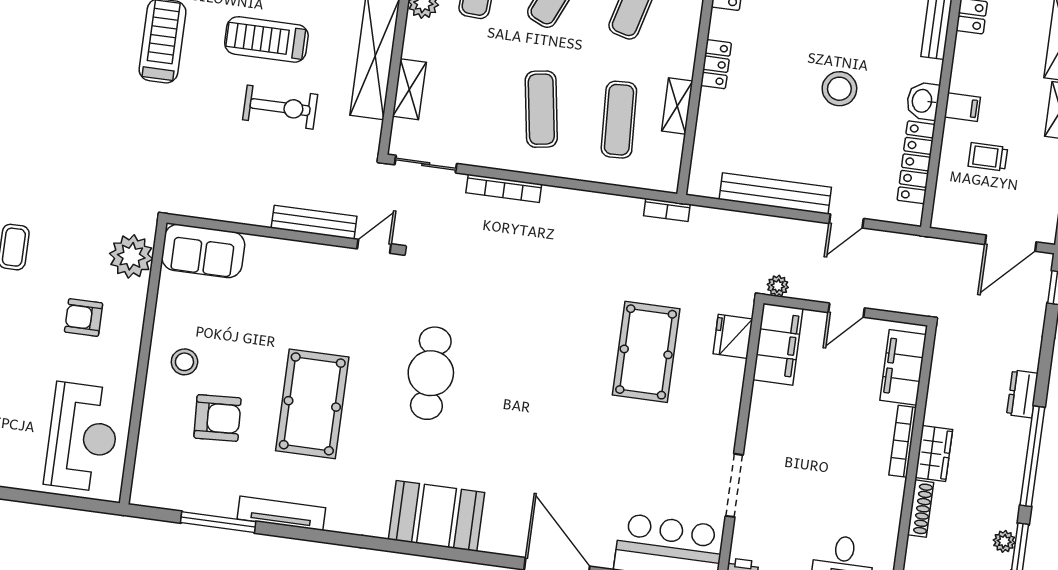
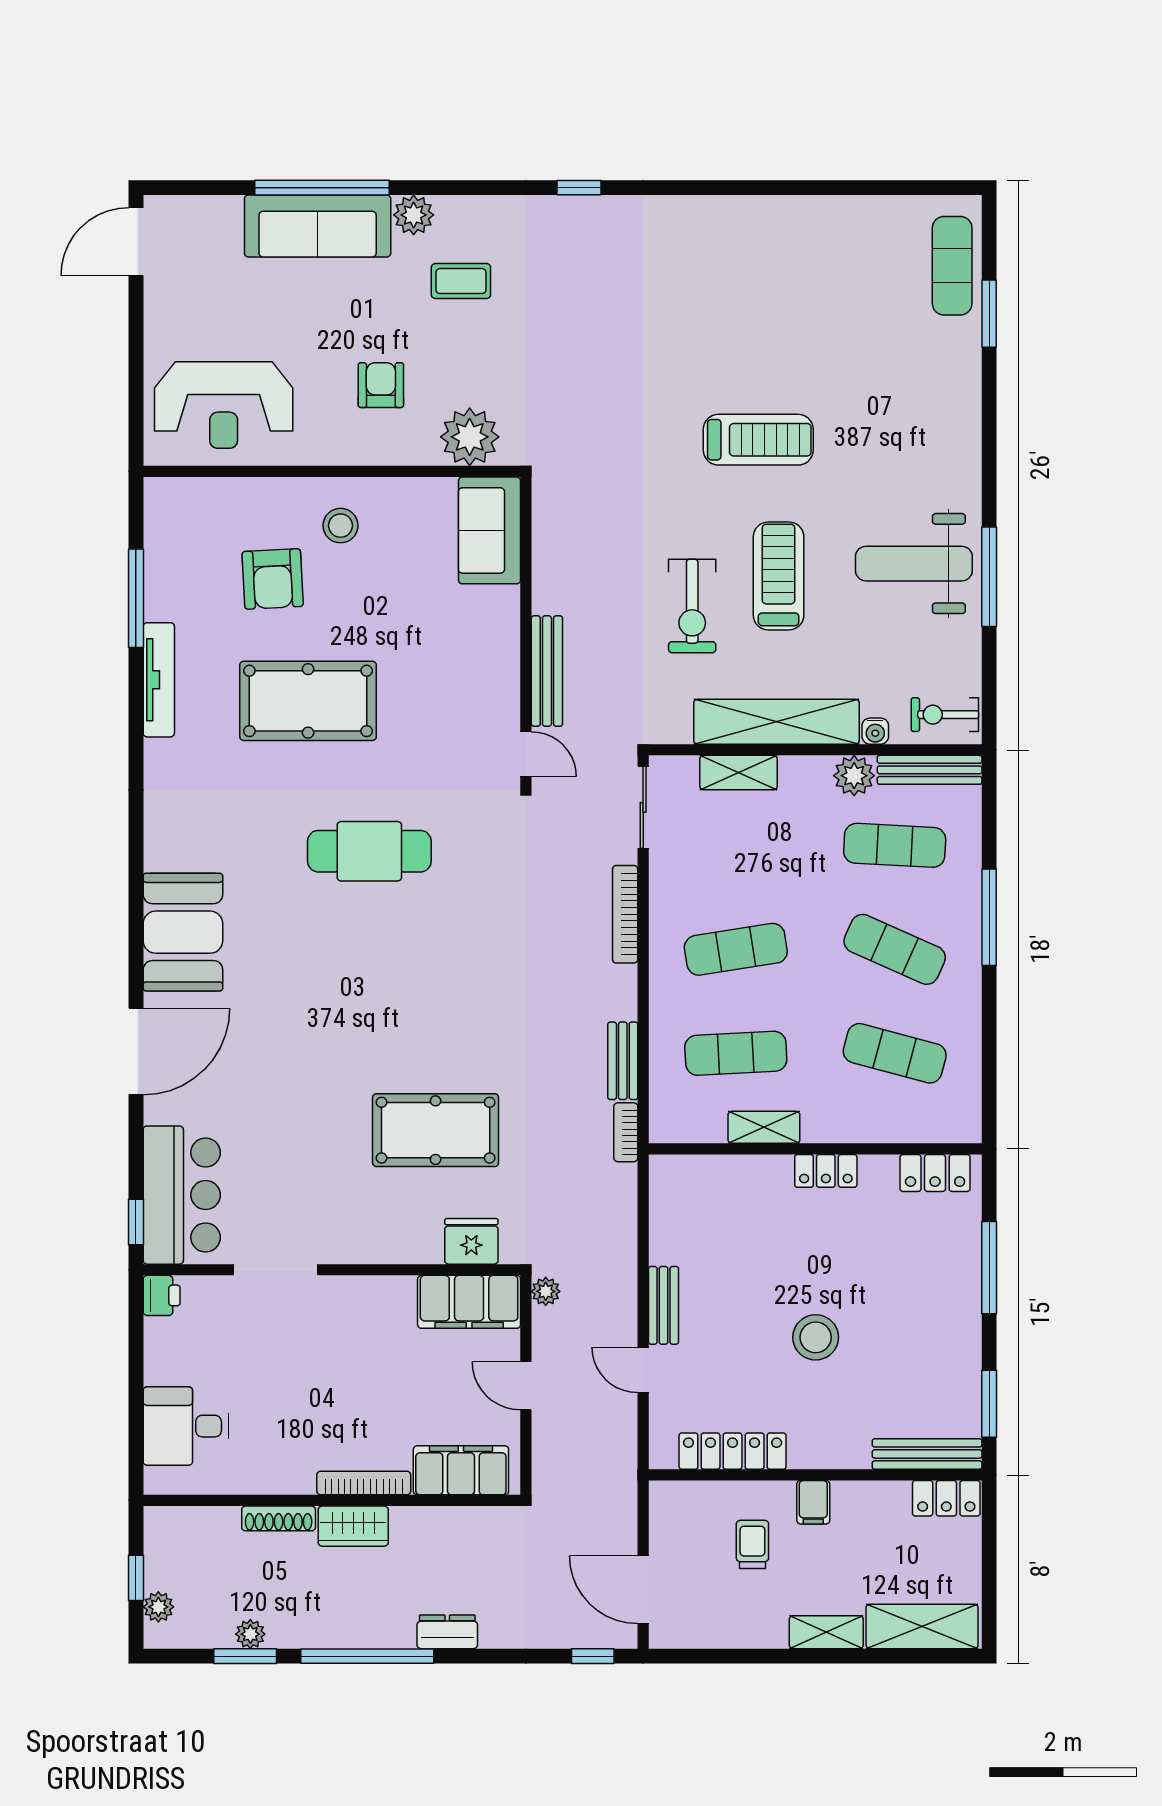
washbasin: (923, 101) -> (814, 1449), removed
bench: (775, 193) -> (664, 1305), width x0.54, depth x0.82
bench: (613, 205) -> (623, 1061), added
booth: (436, 516) -> (183, 932), moved

